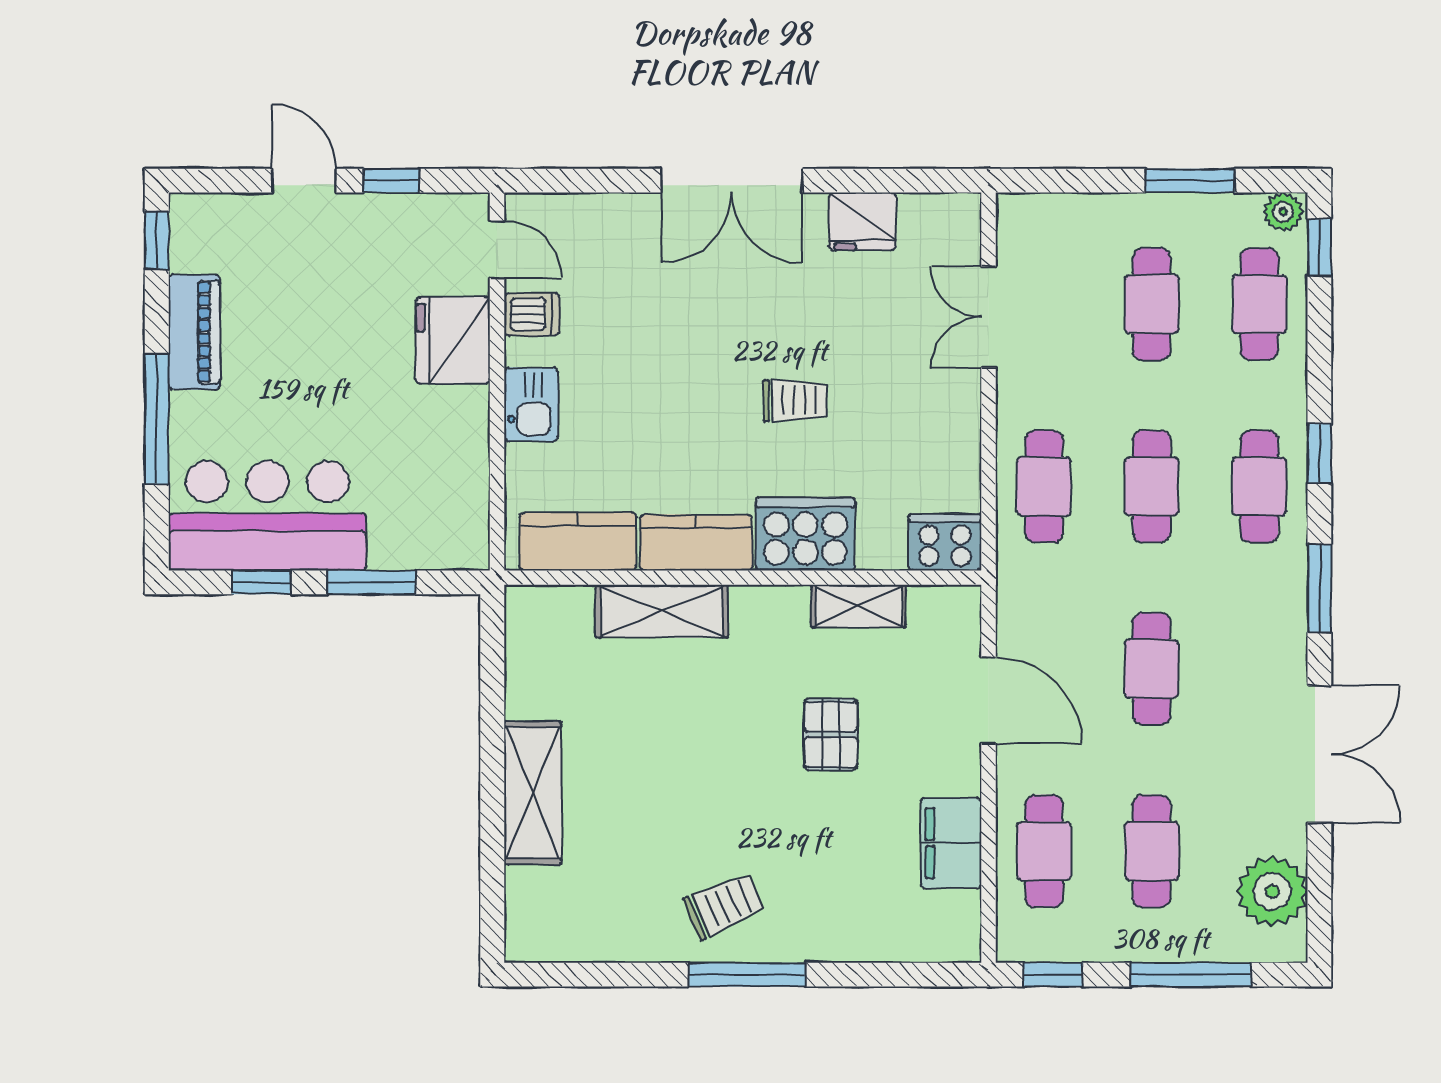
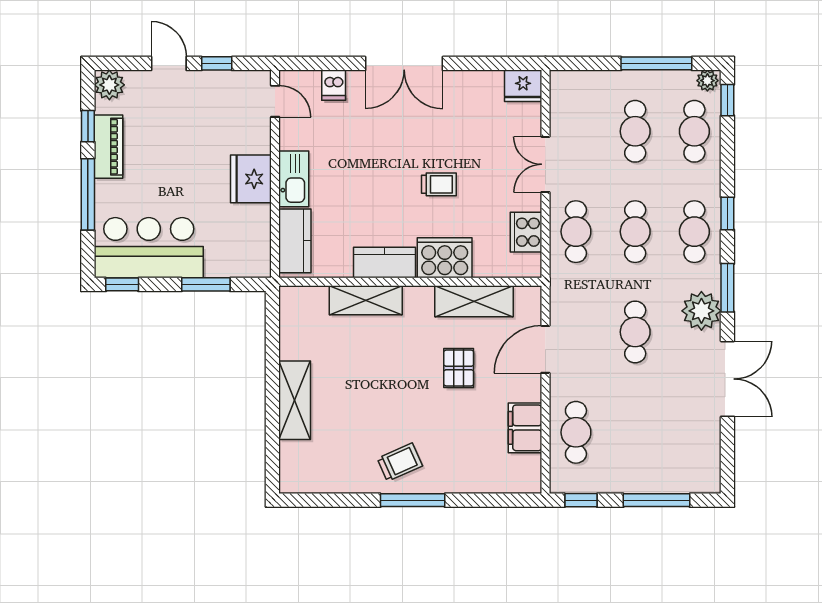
window: (1190, 181) -> (656, 63), width x1.44
plant: (196, 220) -> (109, 85), added
fridge: (862, 221) -> (523, 86), moved
window: (157, 241) -> (88, 126), moved
dishwasher: (532, 314) -> (334, 85), moved, turned 90
double door: (989, 317) -> (545, 164), moved
fridge: (453, 340) -> (251, 179), moved
kitchen sink: (531, 404) -> (294, 179), width x1.38
kitchen counter: (578, 541) -> (295, 241), moved, turned 90
cooker: (945, 542) -> (526, 232), moved, turned -90
window: (261, 582) -> (122, 284), moved
shelving: (859, 606) -> (474, 301), width x1.50, depth x1.33
door: (989, 700) -> (545, 349), swing flipped
cafe table: (1152, 851) -> (635, 432), removed
plant: (1272, 891) -> (701, 311), moved

